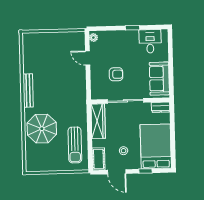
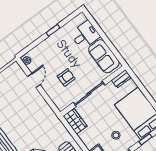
desk: (150, 41) -> (85, 35), moved, turned 90
door: (88, 58) -> (34, 80), swing flipped
wardrobe: (98, 121) -> (75, 121), width x0.67

